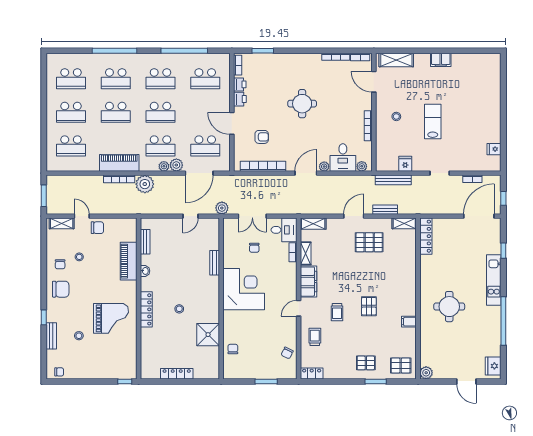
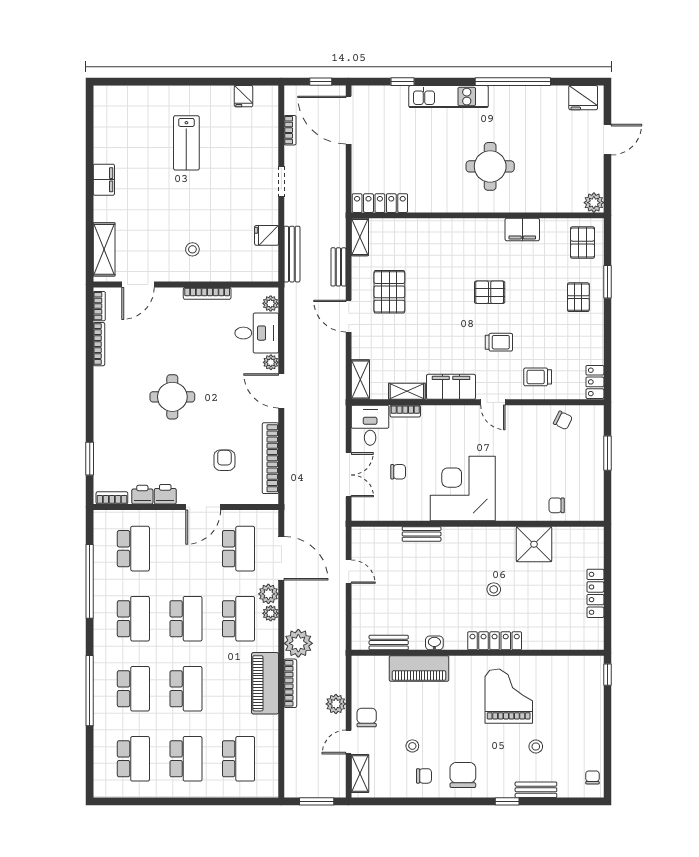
lab bench: (433, 122) -> (186, 143), moved, turned -90
plant: (222, 208) -> (336, 704), moved
filing cabinet: (409, 322) -> (522, 229), width x2.00

